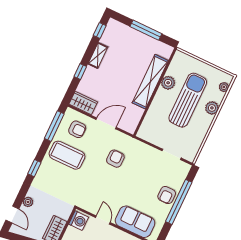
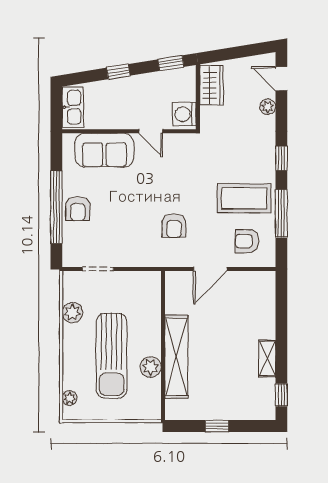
window: (146, 30) -> (217, 426), width x0.46
window: (80, 72) -> (281, 324), removed
wardrobe: (83, 103) -> (256, 282), removed
plant: (212, 108) -> (72, 313), moved
window: (54, 126) -> (281, 213), moved
armchair: (167, 195) -> (78, 209), turned 180

